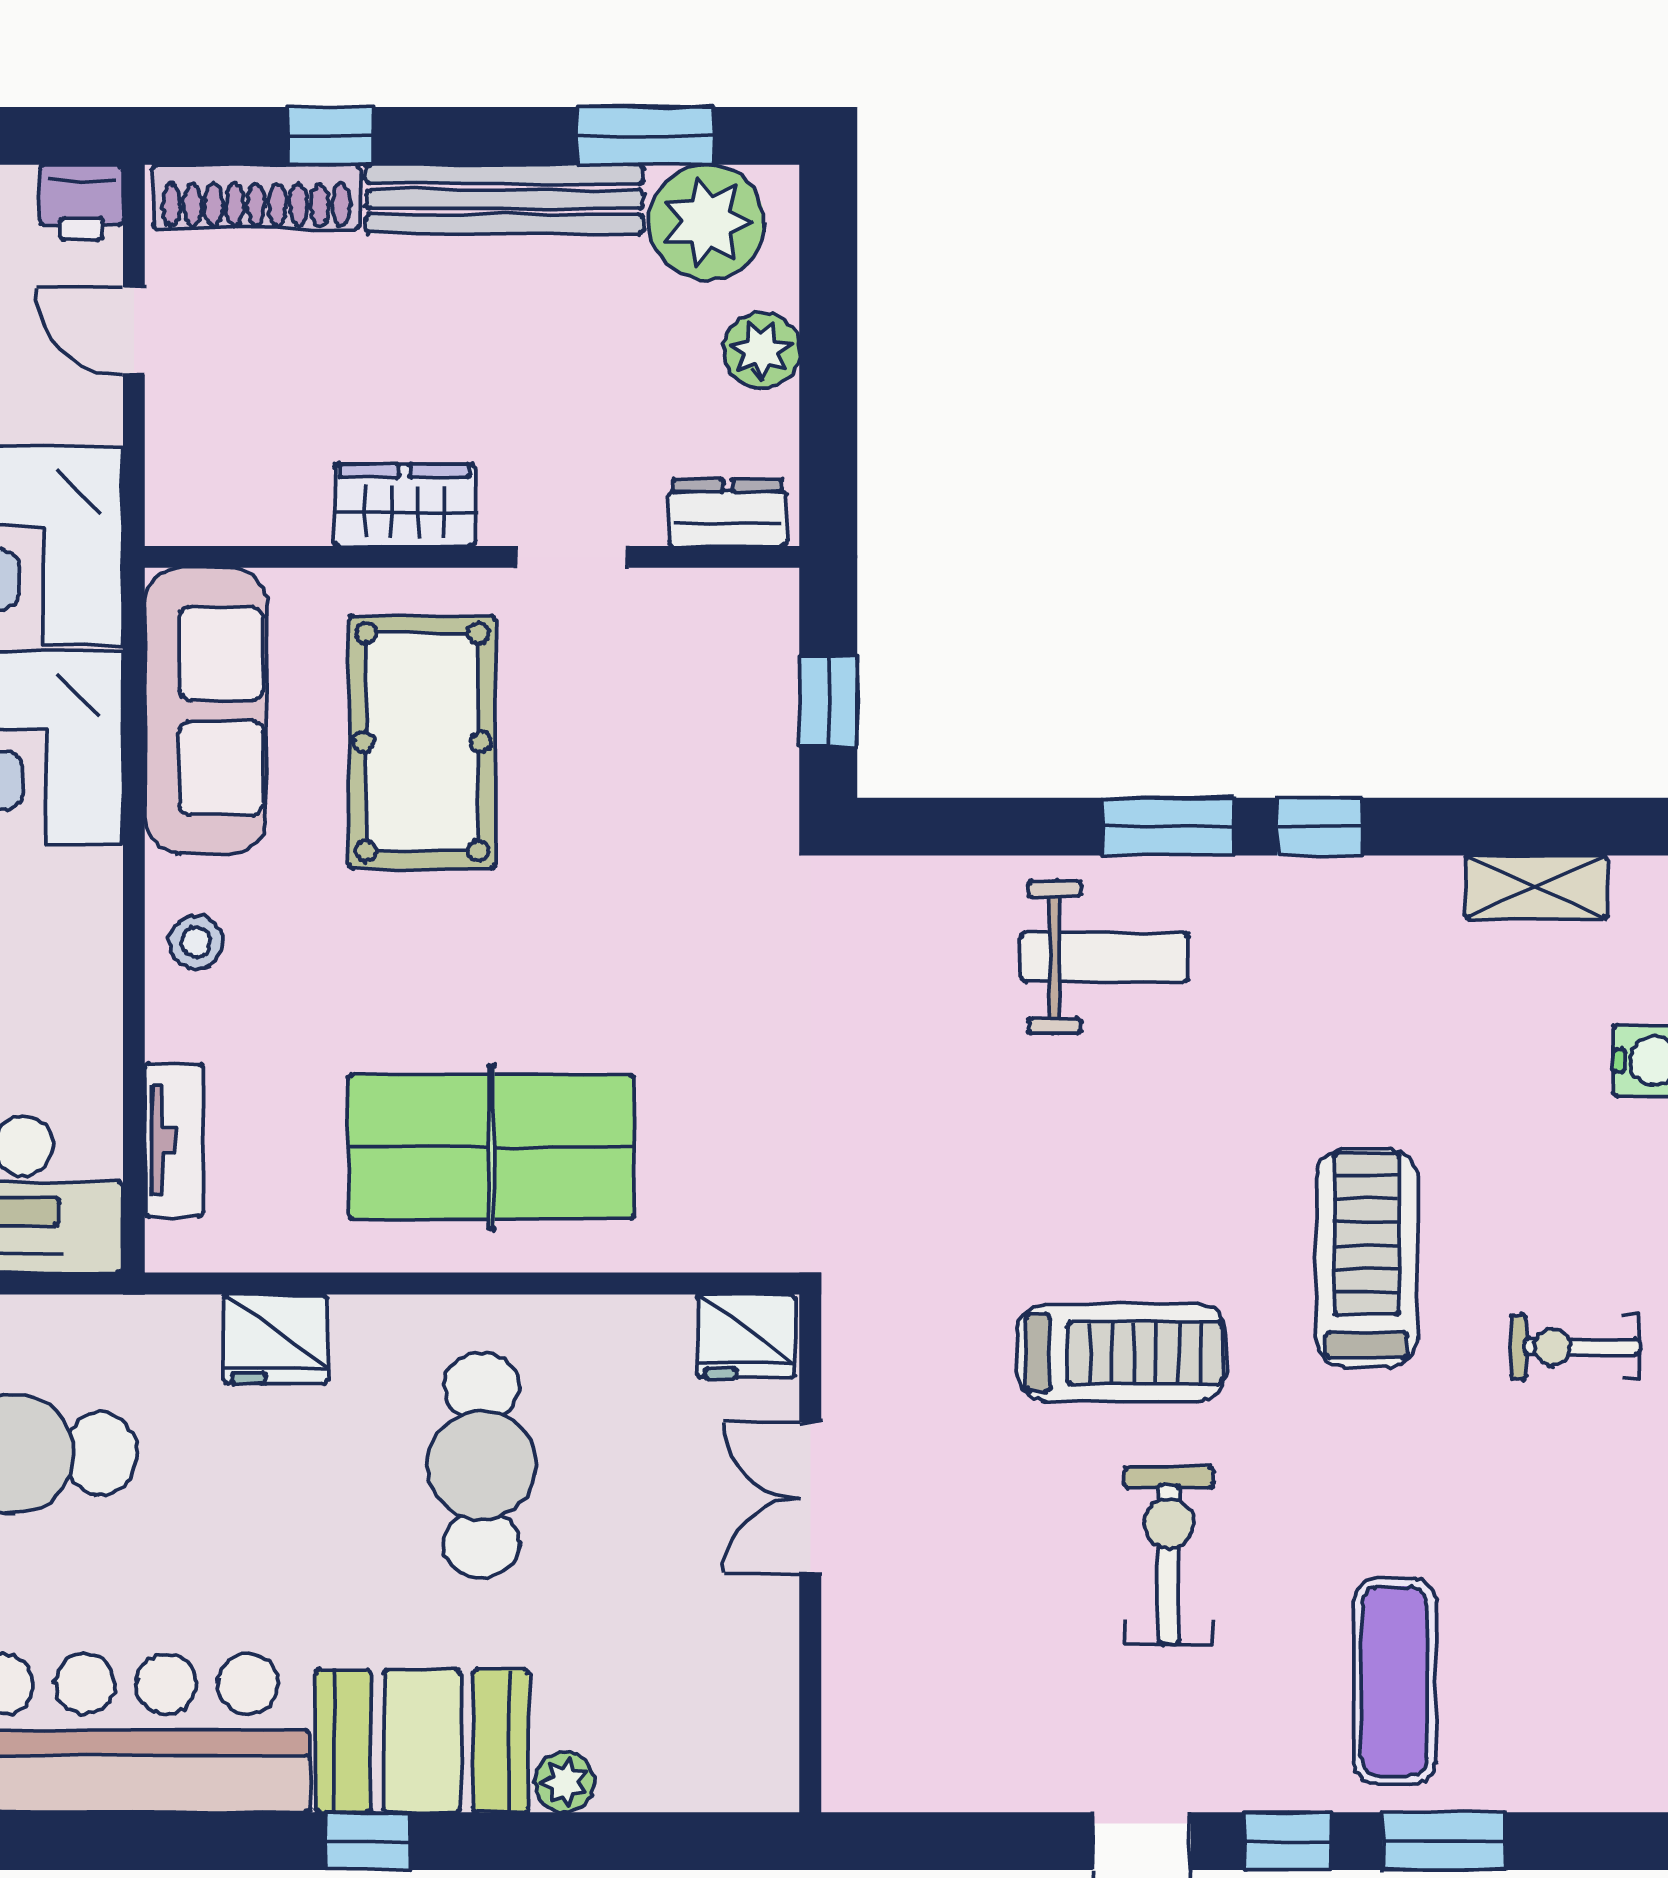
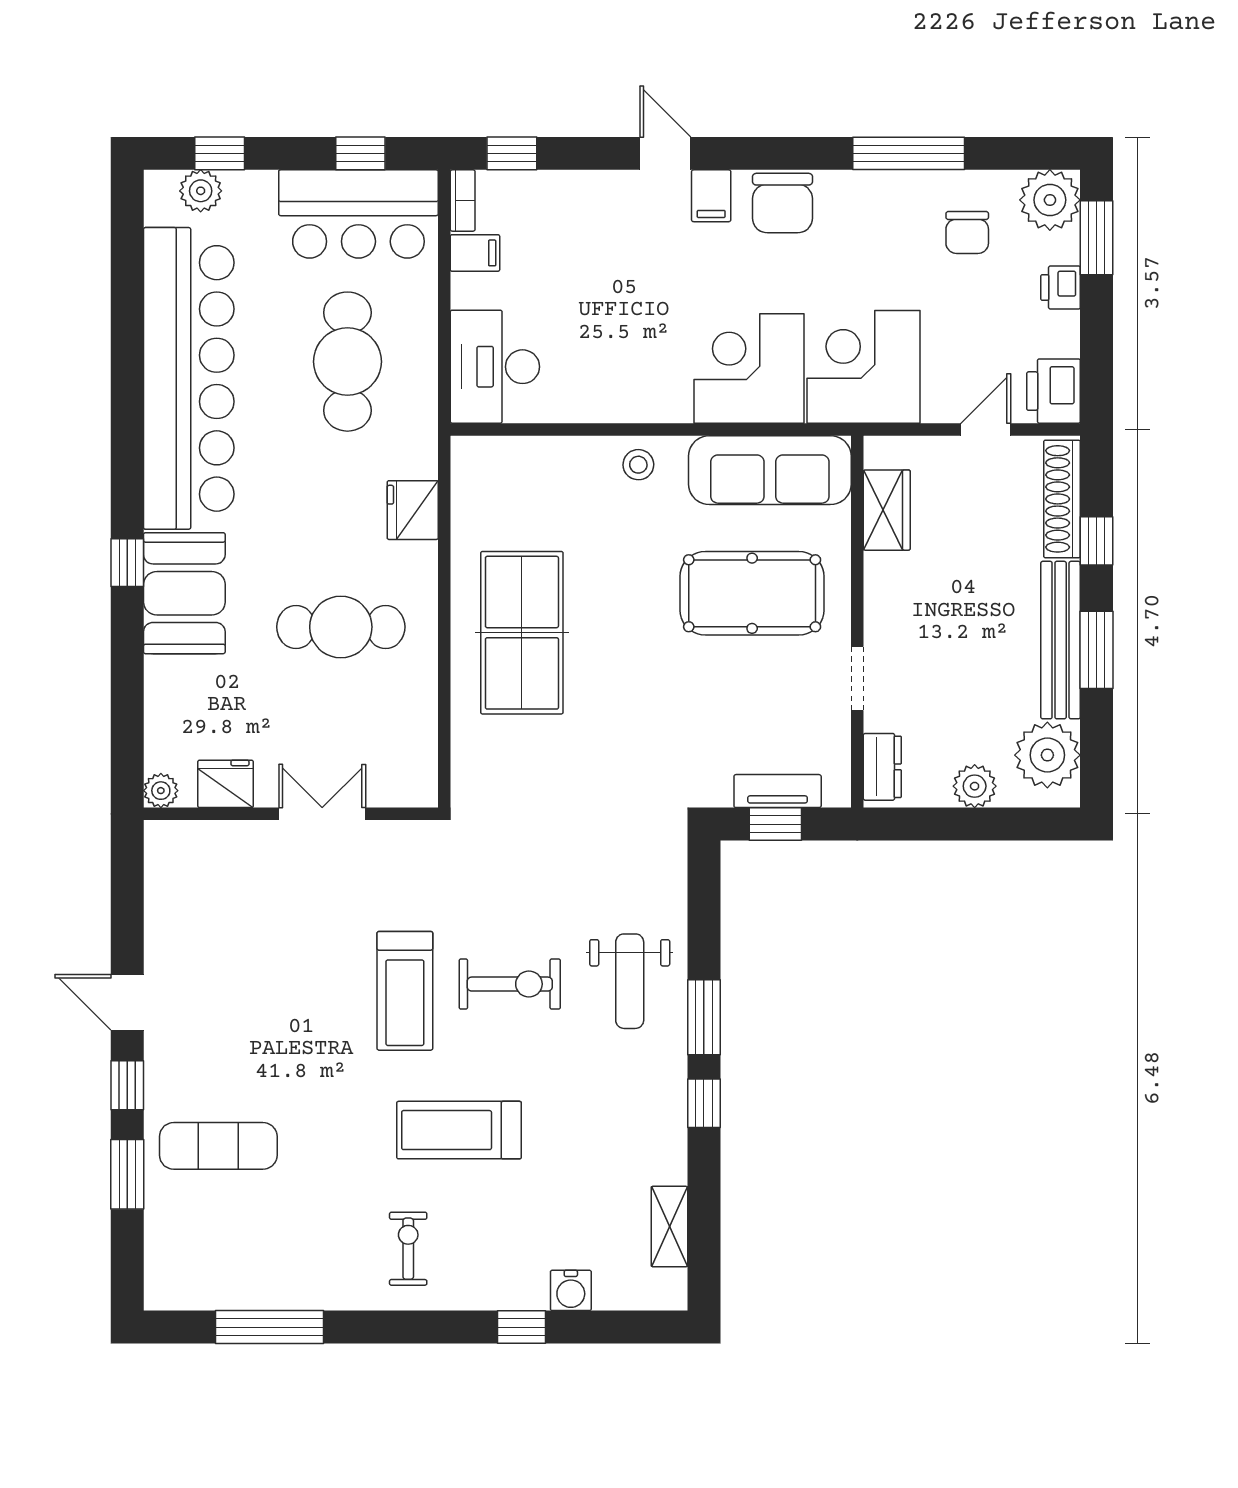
window: (646, 136) -> (1097, 650), moved
printer: (81, 202) -> (1054, 391), width x1.36, depth x1.24
wardrobe: (405, 505) -> (887, 510), moved
tv unit: (174, 1140) -> (778, 791), moved, turned 180
treadmill: (1367, 1258) -> (459, 1130), turned 180
fridge: (746, 1336) -> (226, 784), moved, turned 90
exercise bike: (1169, 1555) -> (510, 984), moved
plant: (565, 1782) -> (161, 791), moved

